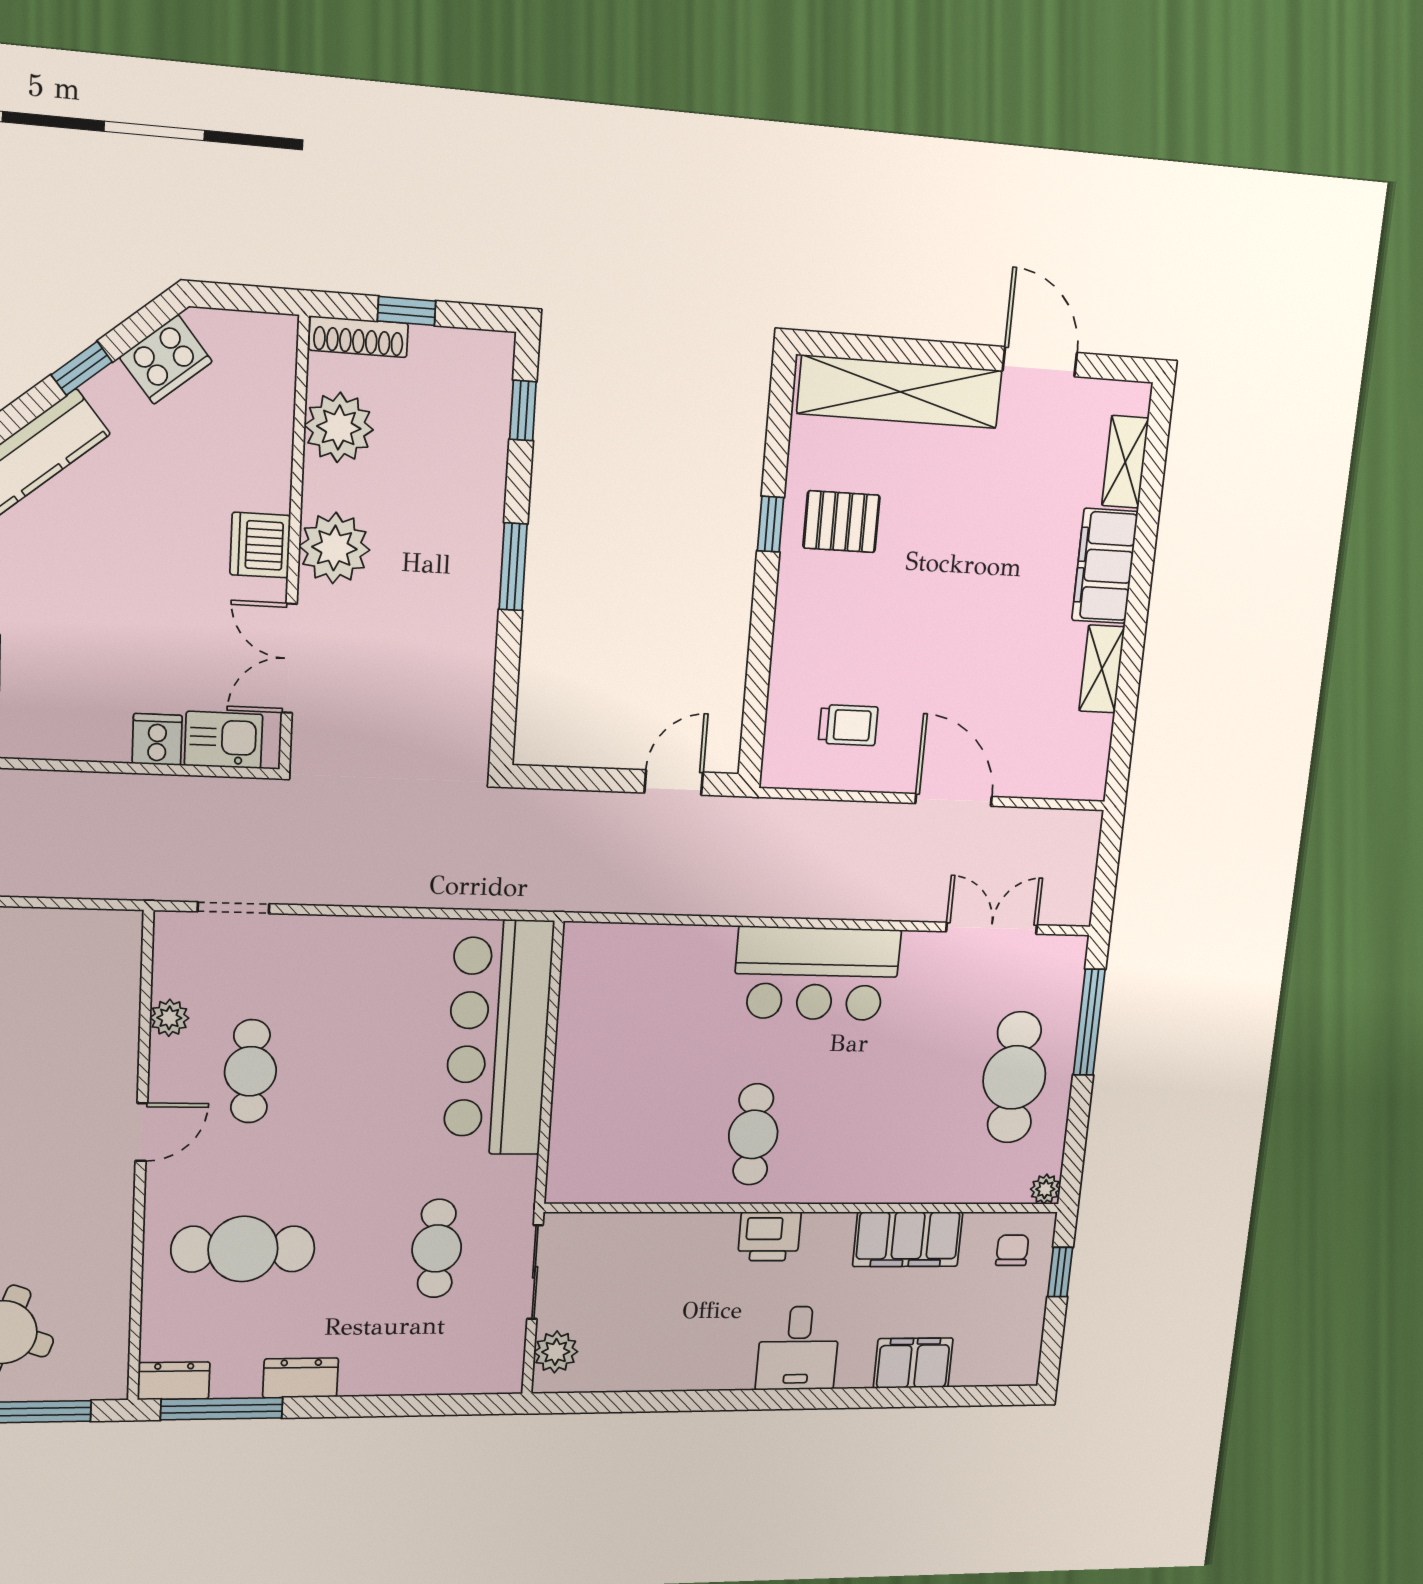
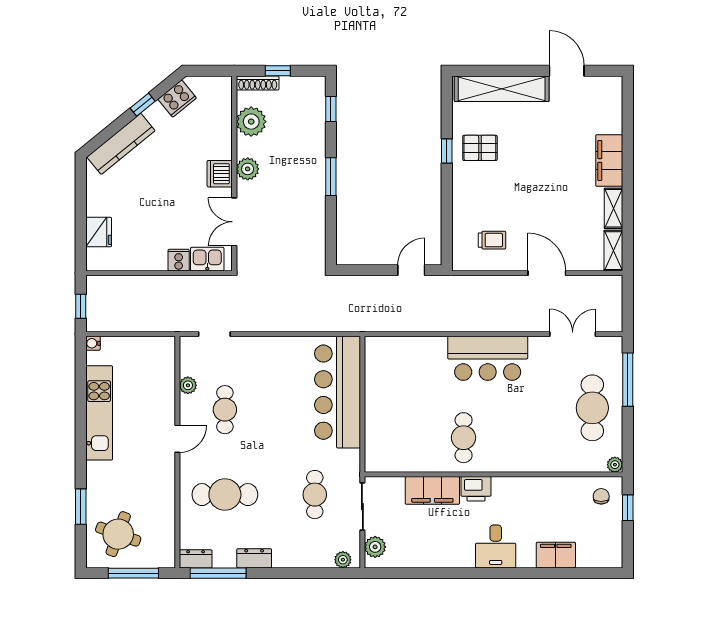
shelving: (1125, 462) -> (613, 251), moved
plant: (334, 548) -> (248, 169), width x0.73, depth x0.73
filing cabinet: (908, 1239) -> (432, 490), moved
plant: (488, 1378) -> (343, 560), added

